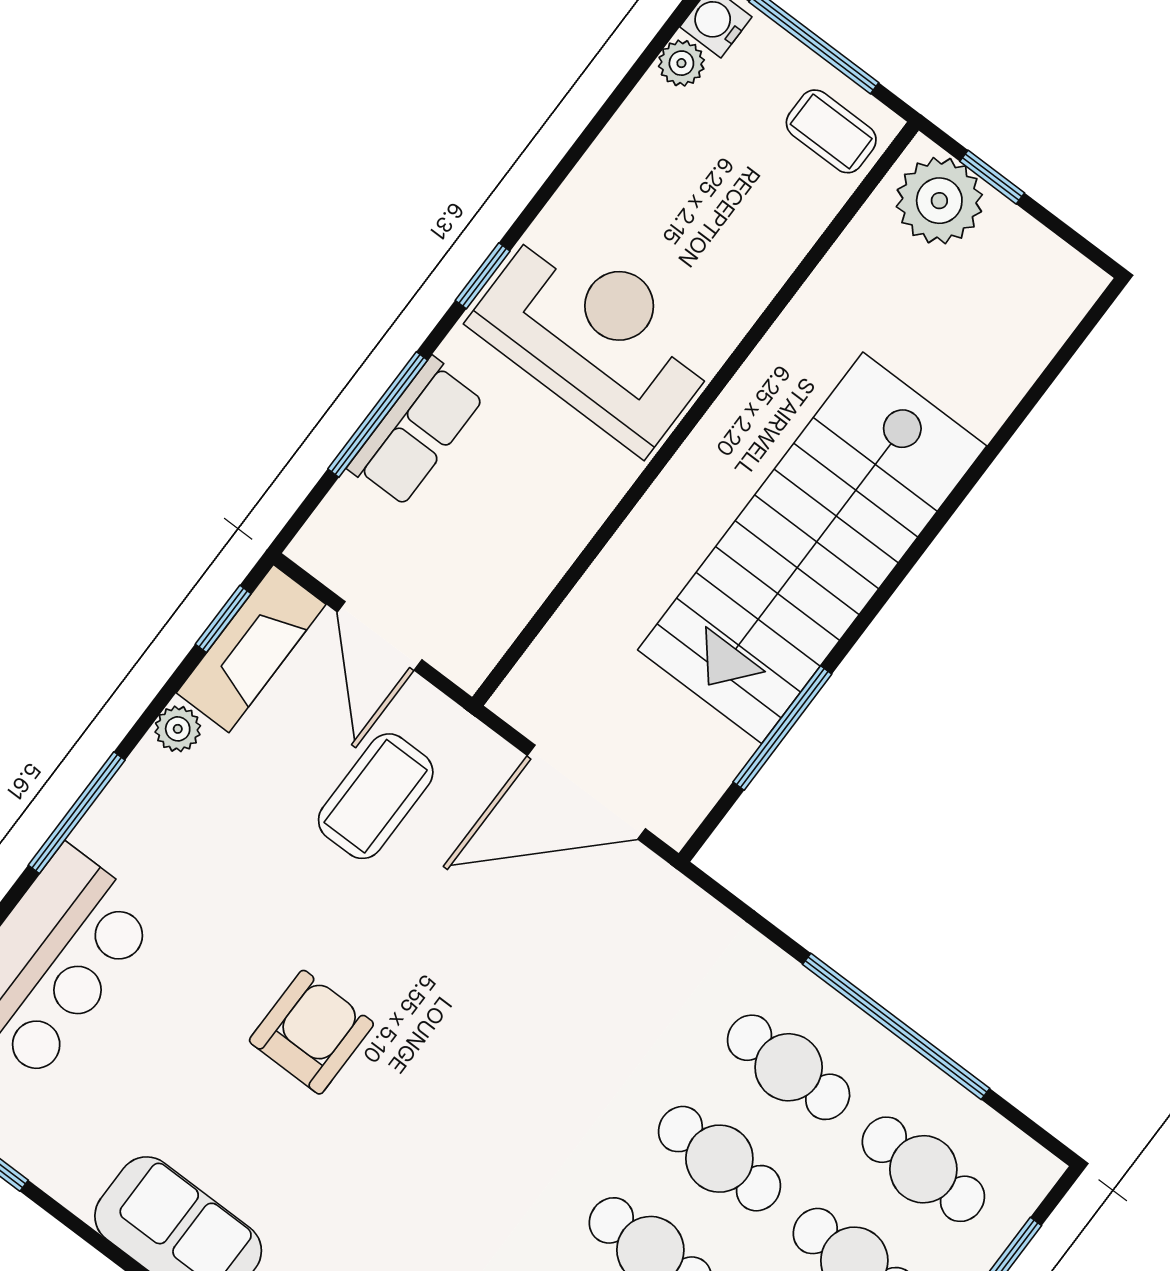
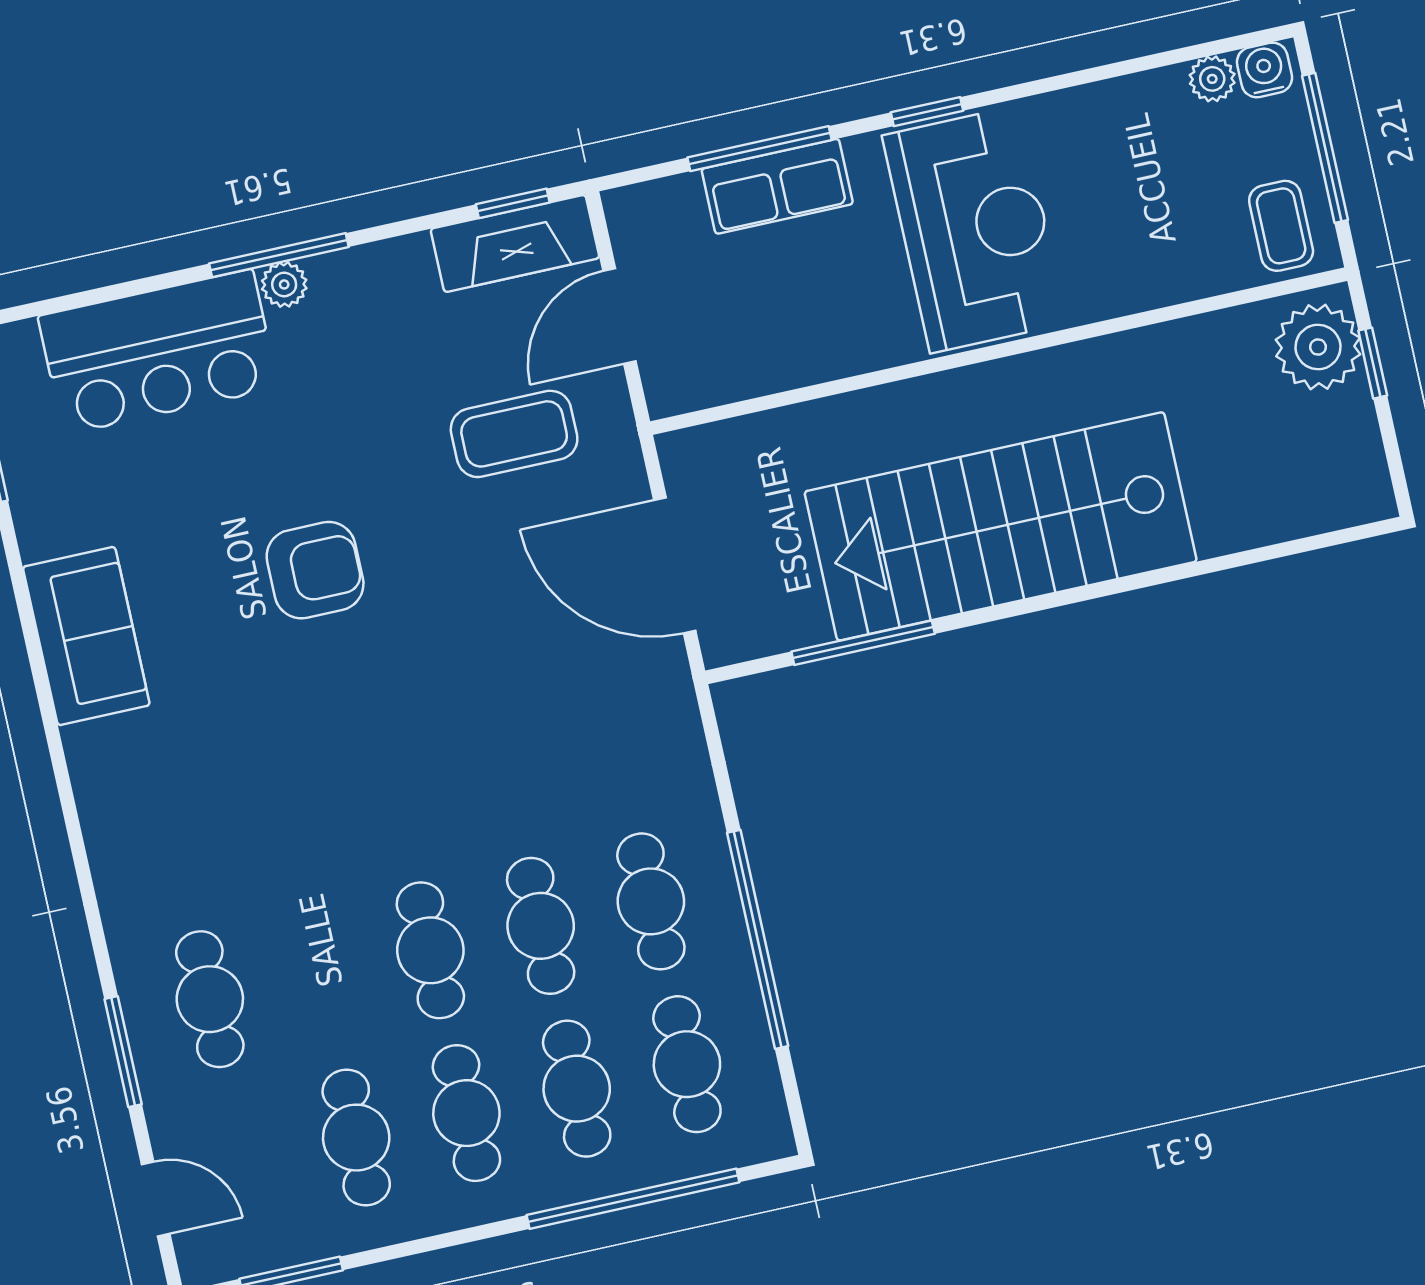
plant: (178, 729) -> (284, 284), moved

